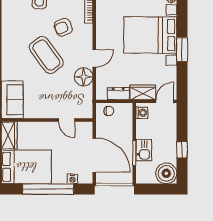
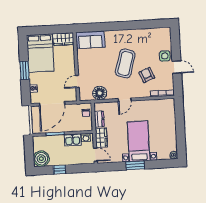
bed with nightstands: (150, 35) -> (139, 141), width x0.73
coffee table: (46, 55) -> (125, 63), turned -38
door: (94, 58) -> (125, 100), hinge flipped
floor lamp: (84, 77) -> (100, 93), moved
kitchen sink: (144, 150) -> (73, 140), moved
window: (48, 189) -> (24, 70), width x0.47

